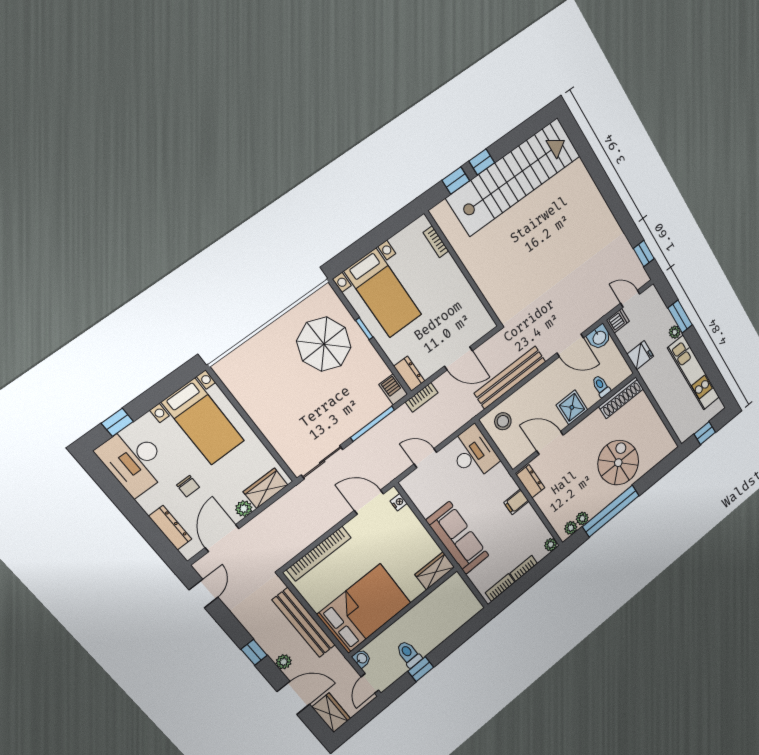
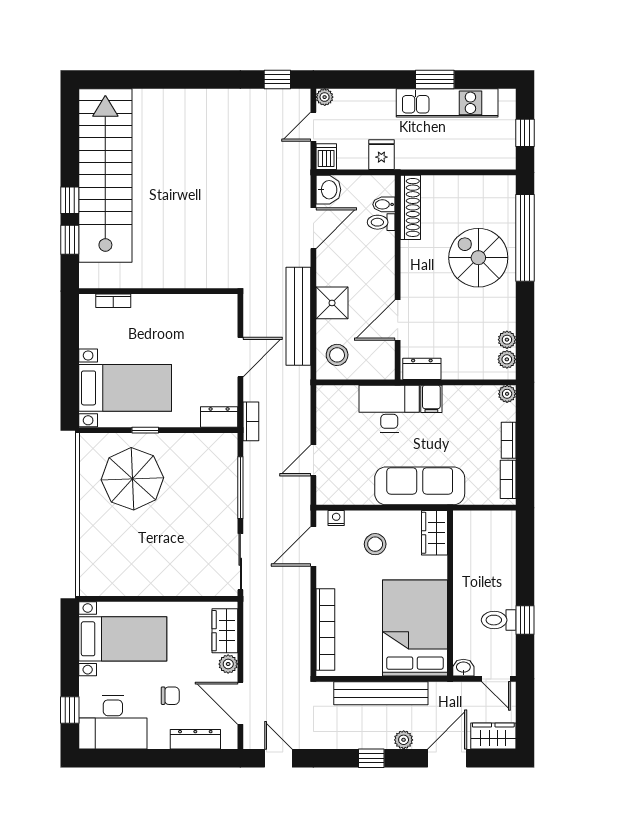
window: (680, 317) -> (435, 79), moved
plant: (675, 332) -> (325, 97), moved
bidet: (613, 380) -> (384, 204), added
barbecue: (393, 389) -> (222, 444), removed
shower: (572, 407) -> (332, 303), moved
desk: (473, 453) -> (389, 409), moved
window: (611, 511) -> (525, 238), moved
stool: (400, 540) -> (375, 544), added

